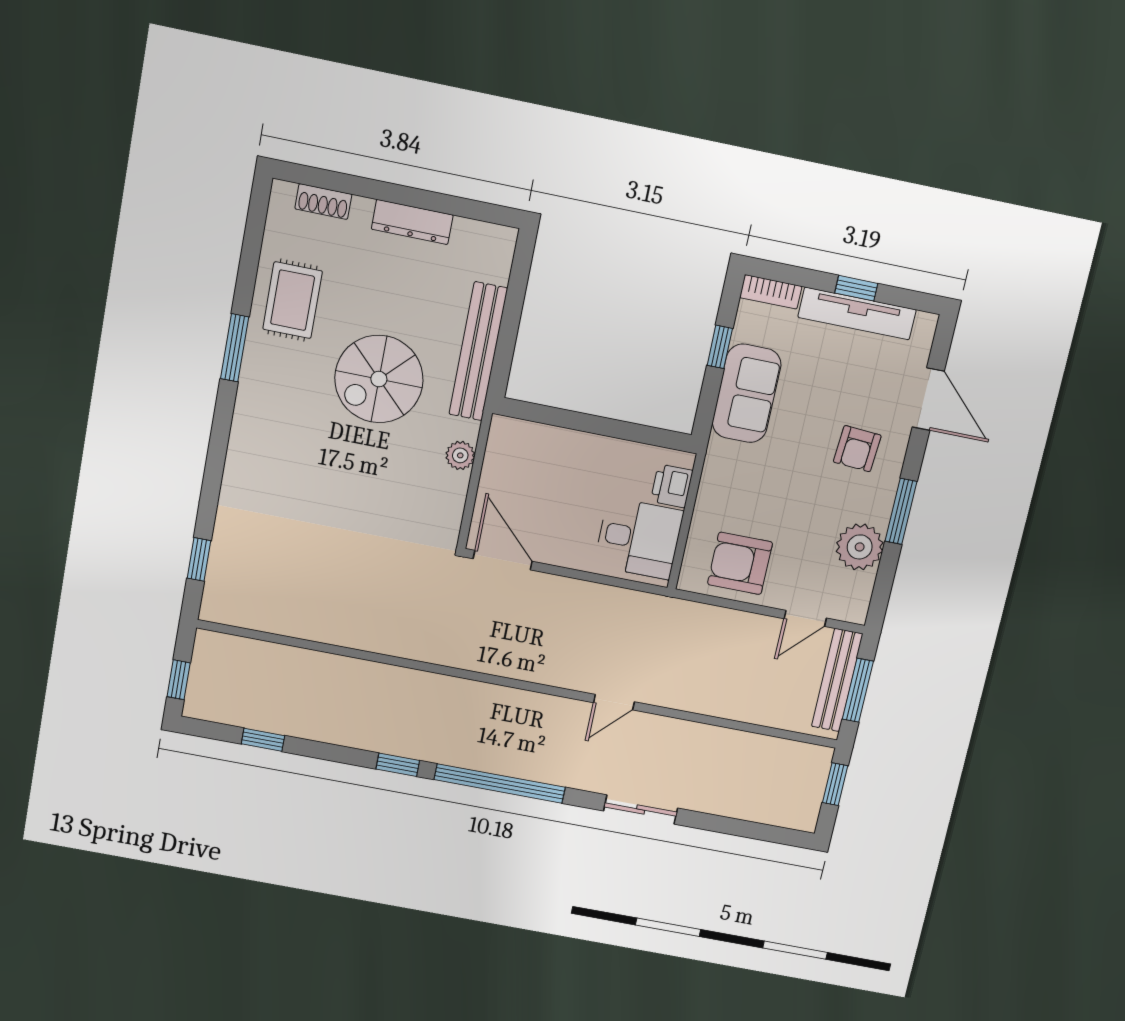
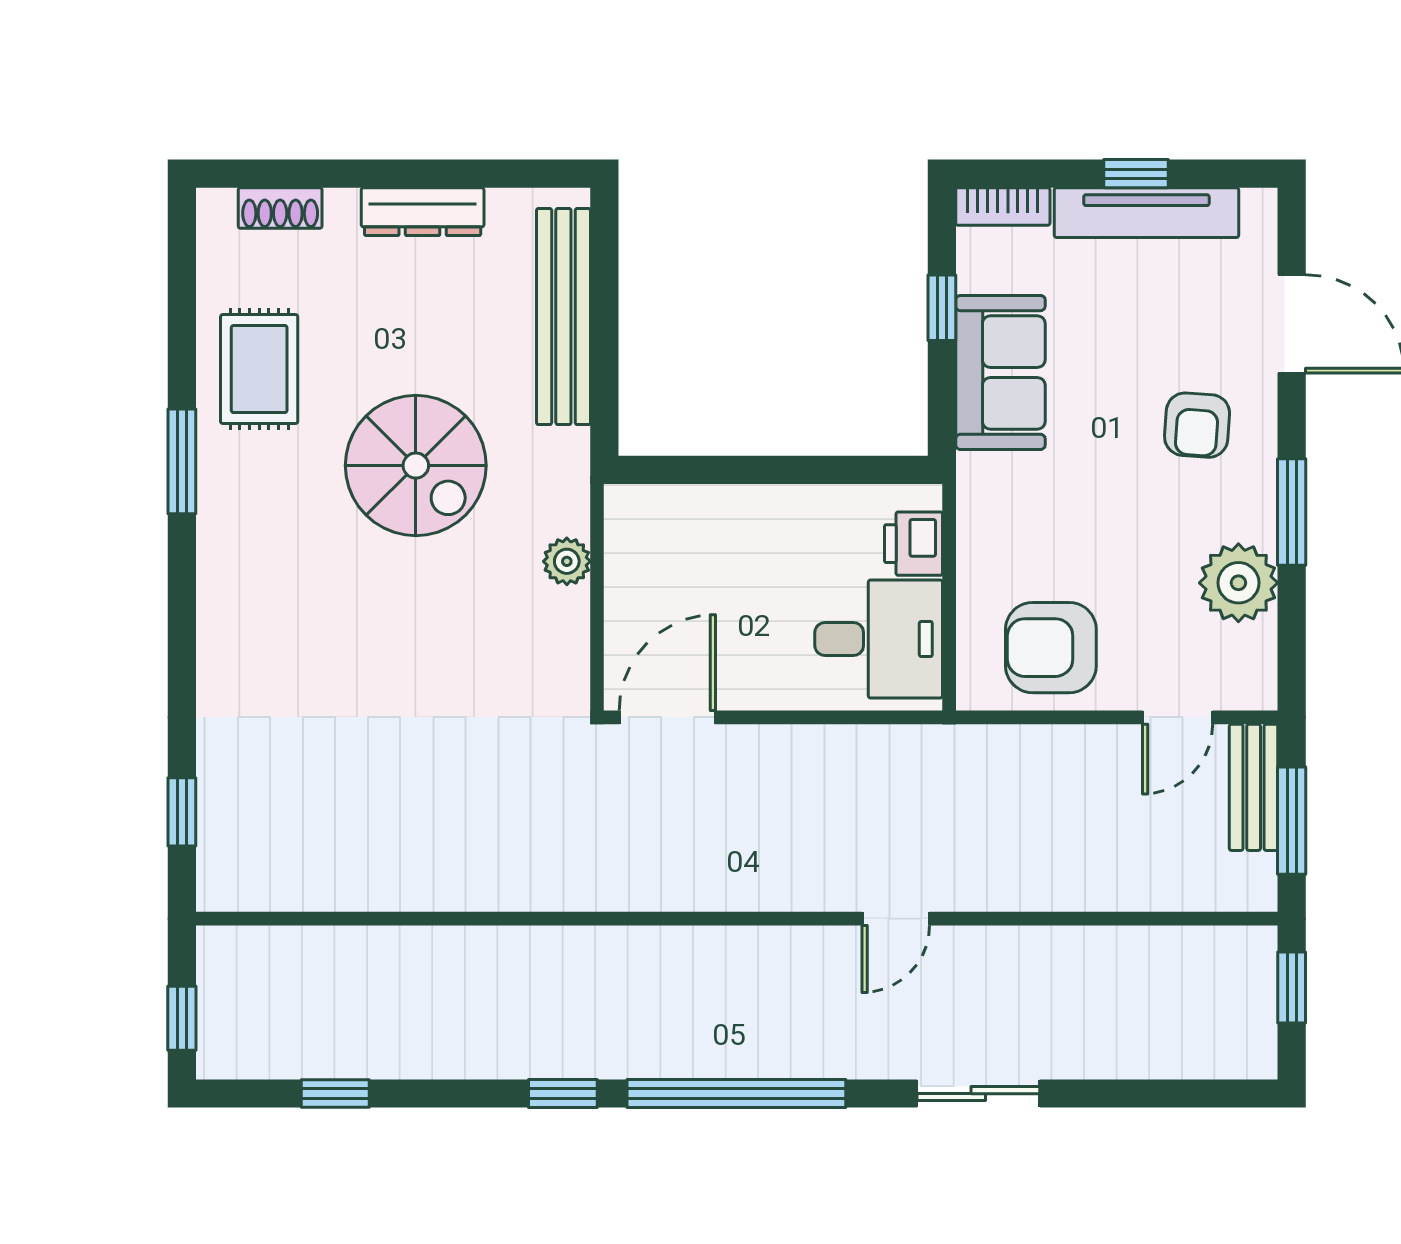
bench: (478, 351) -> (563, 317), moved
spiral stairs: (379, 379) -> (416, 466), turned -90
door: (503, 560) -> (667, 717), hinge flipped
bench: (837, 680) -> (1254, 787), width x0.73

